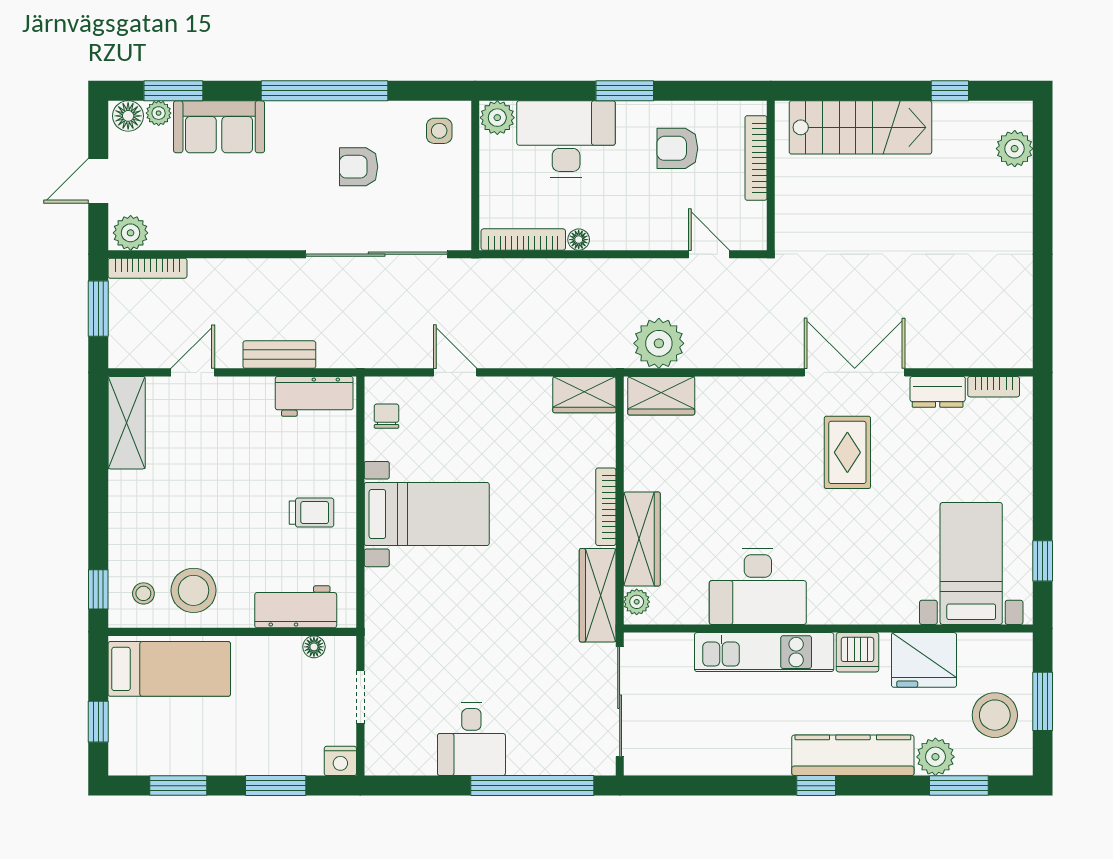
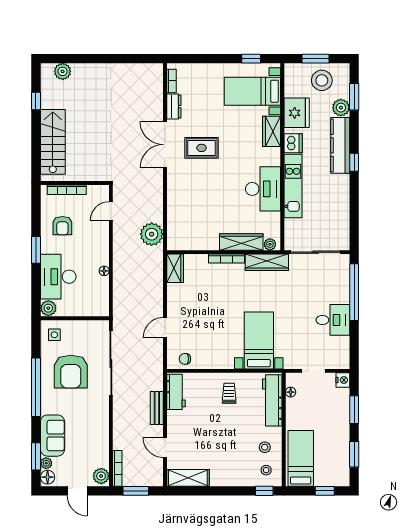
armchair: (359, 167) -> (71, 372), width x1.88, depth x1.88
bookcase: (523, 240) -> (104, 296), removed
wardrobe: (661, 396) -> (272, 131), moved, turned 180
bed with nightstands: (427, 514) -> (259, 340), moved
stool: (194, 590) -> (265, 447), width x0.53, depth x0.53
workbench: (296, 607) -> (272, 400), width x1.37

